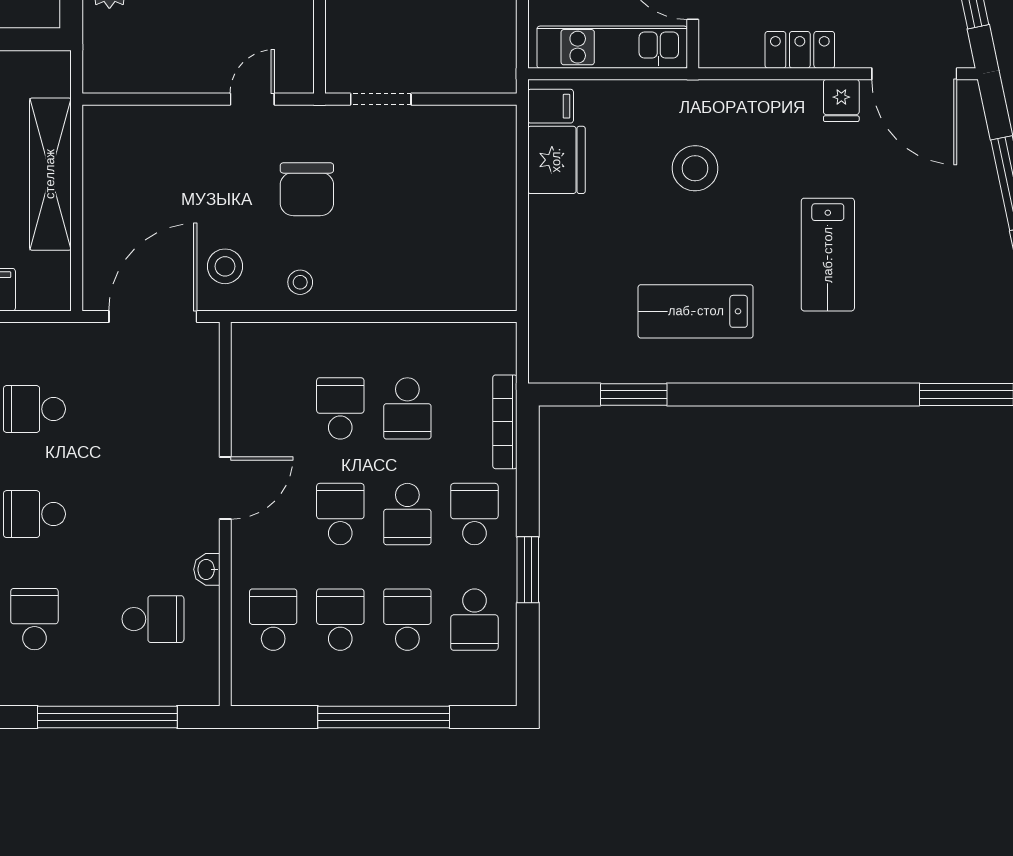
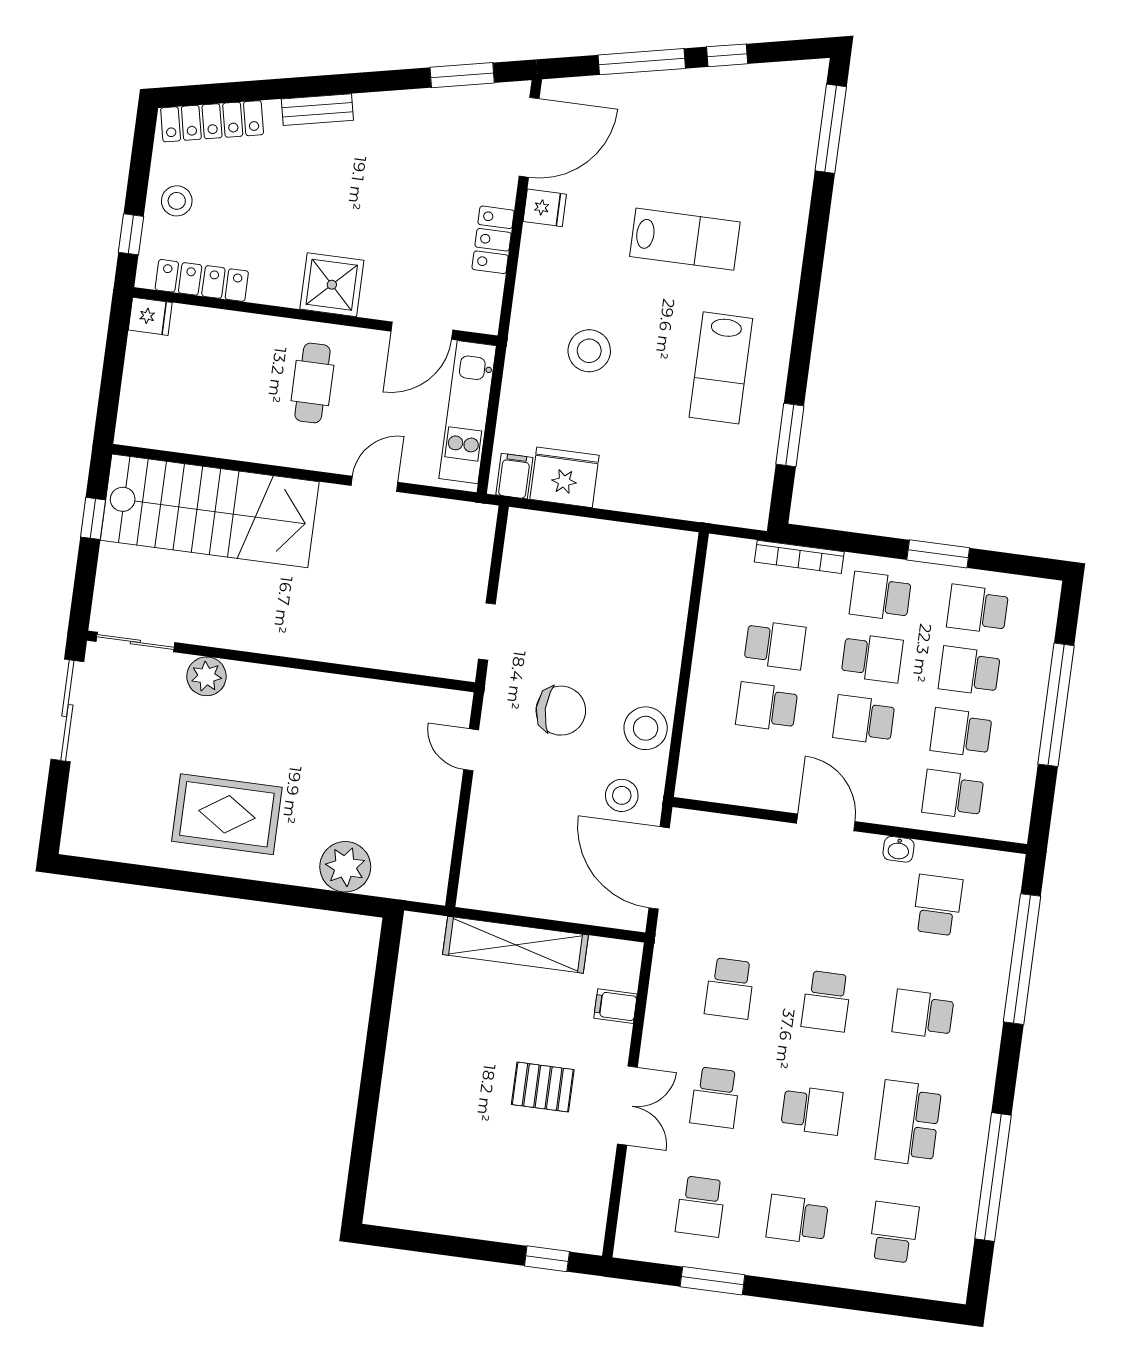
stool: (300, 282) -> (646, 728), width x1.89, depth x1.89
school desk: (474, 620) -> (978, 609), turned 180

